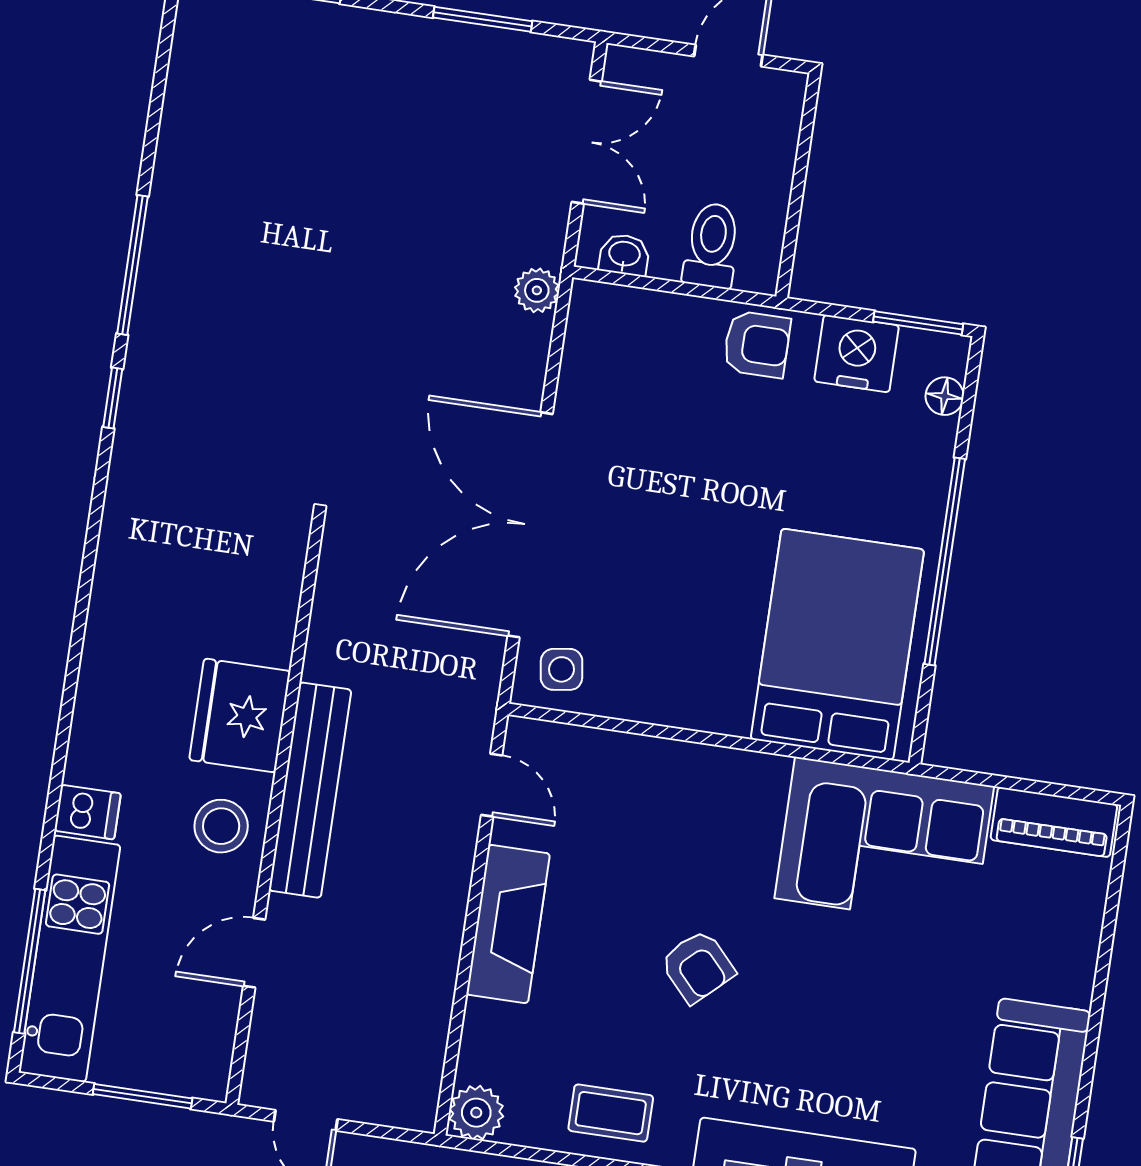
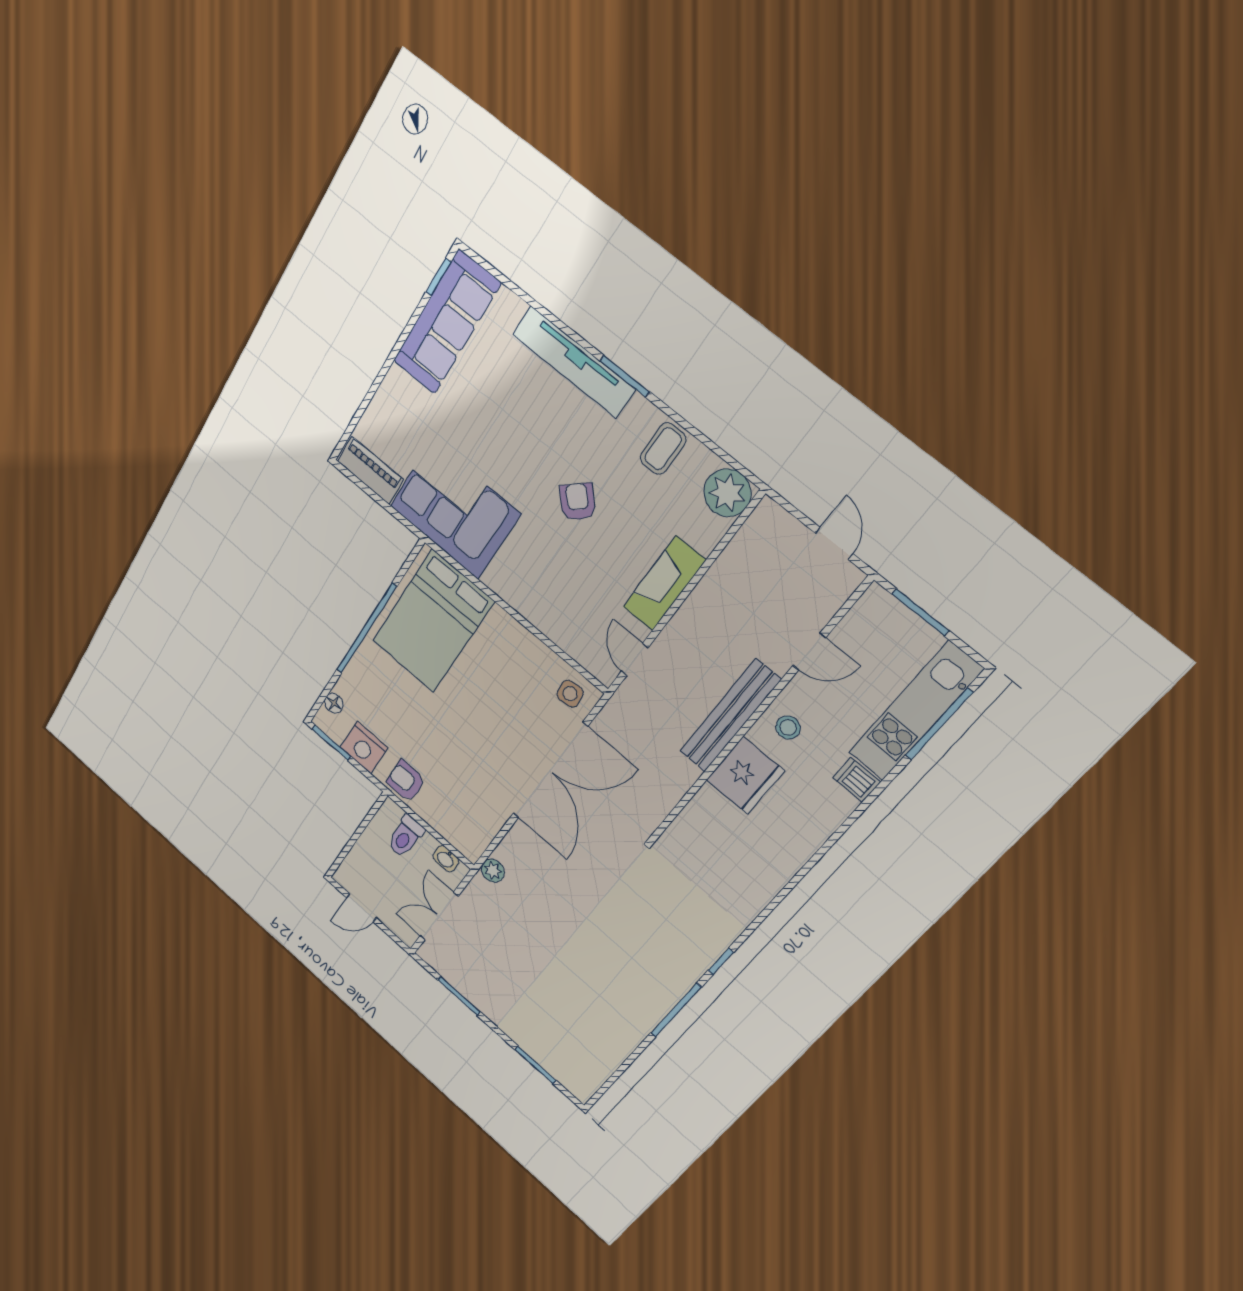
stool: (221, 826) -> (788, 728), width x0.73, depth x0.73
plant: (476, 1113) -> (727, 493), width x1.36, depth x1.36
coffee table: (611, 1113) -> (663, 449), turned 90

